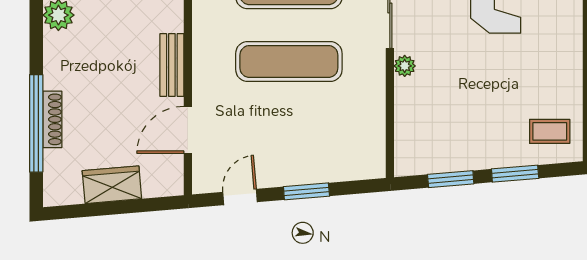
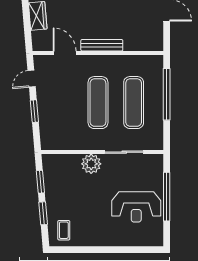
bench: (172, 65) -> (102, 45), width x1.36
plant: (405, 66) -> (91, 164), width x1.88, depth x1.88
door: (240, 197) -> (32, 79), swing flipped

